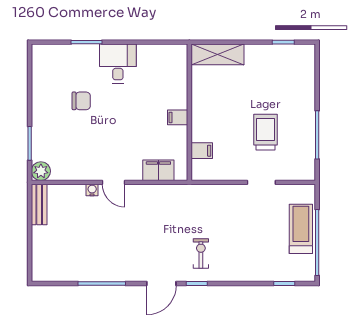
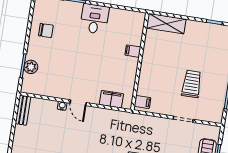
chair: (81, 101) -> (46, 31), moved
filing cabinet: (178, 117) -> (133, 51), moved
filing cabinet: (202, 151) -> (142, 102), moved
plant: (41, 171) -> (31, 67), moved

